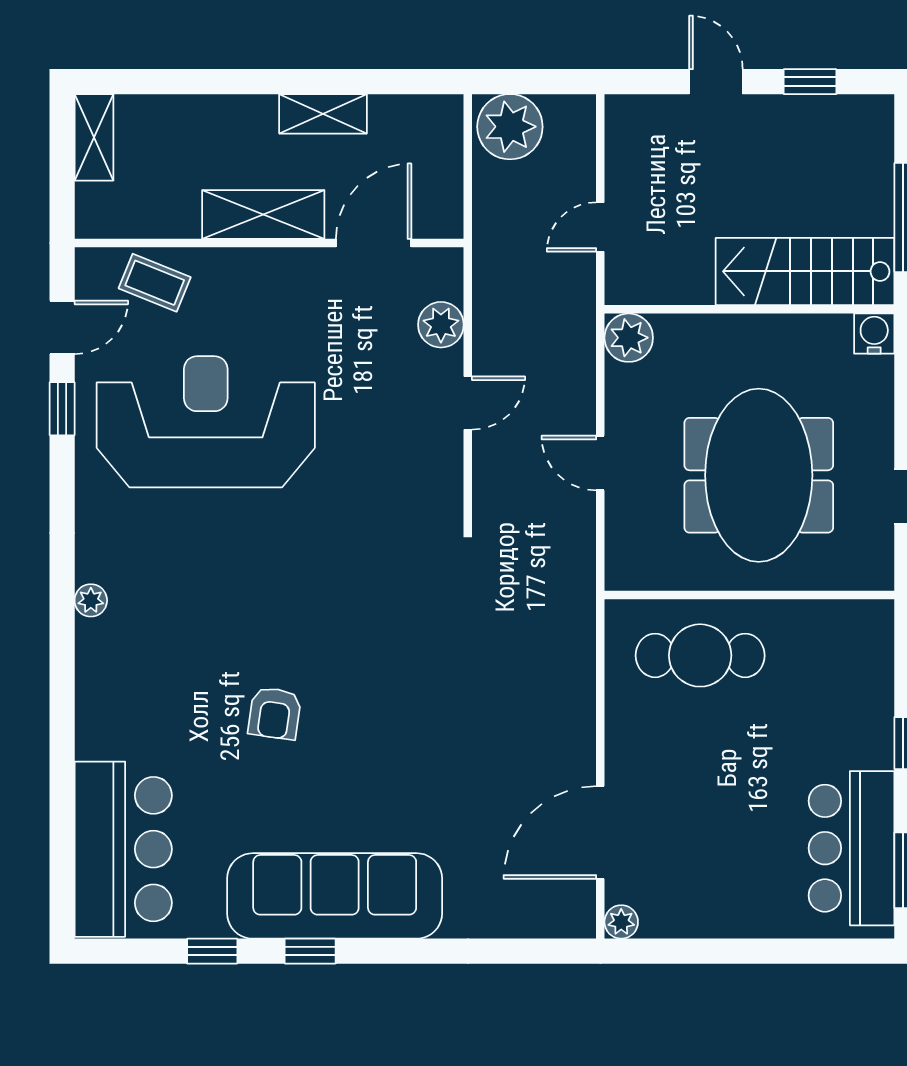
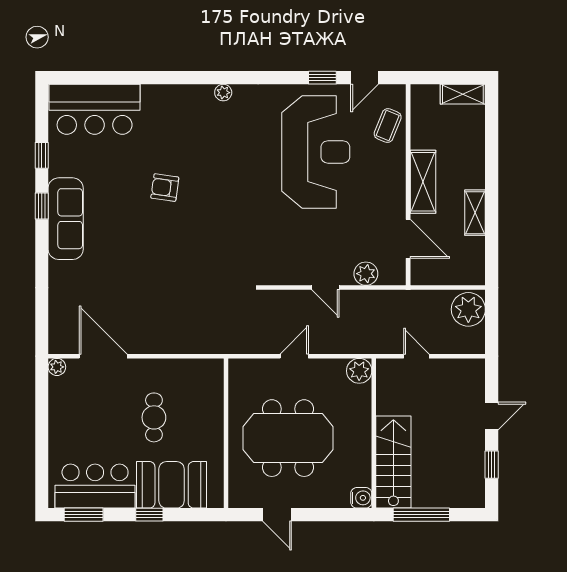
door: (62, 327) -> (365, 78), hinge flipped
cafe table: (700, 655) -> (154, 417), moved, width x0.73, depth x0.74
booth: (849, 700) -> (172, 485), added
sofa: (335, 896) -> (66, 219), width x0.74, depth x0.79

